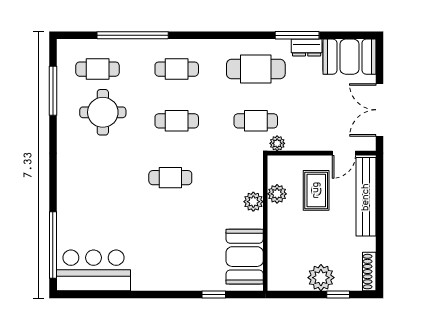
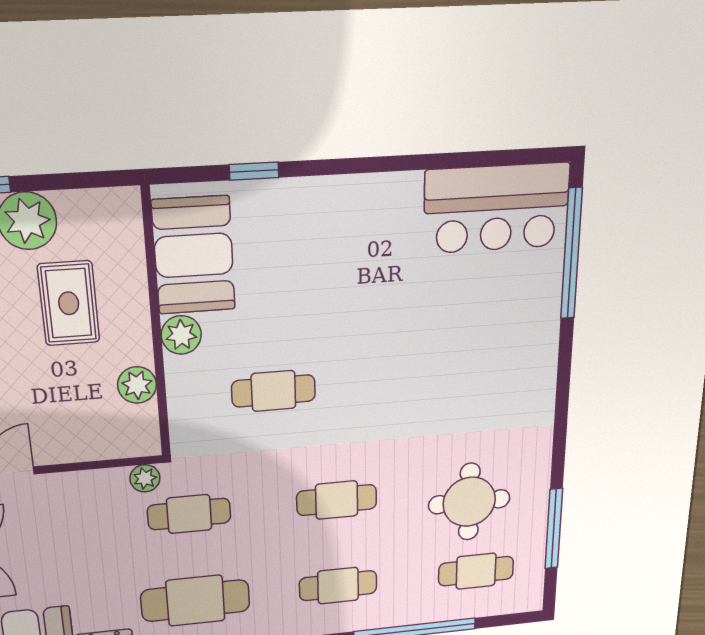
cafe table: (170, 178) -> (274, 391), moved
rug: (316, 190) -> (69, 303), moved
plant: (253, 202) -> (181, 335), moved

